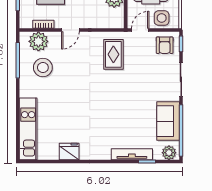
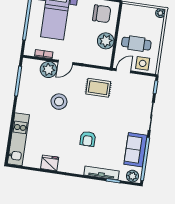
plant: (38, 41) -> (49, 70), moved
armchair: (165, 45) -> (88, 139), moved
rug: (113, 54) -> (98, 88), turned 90
stool: (43, 68) -> (59, 102), moved

